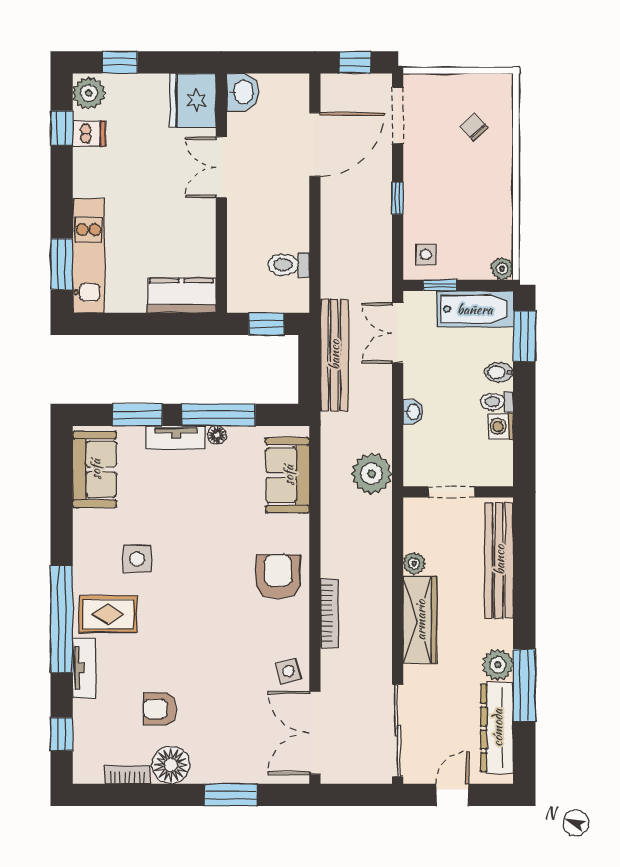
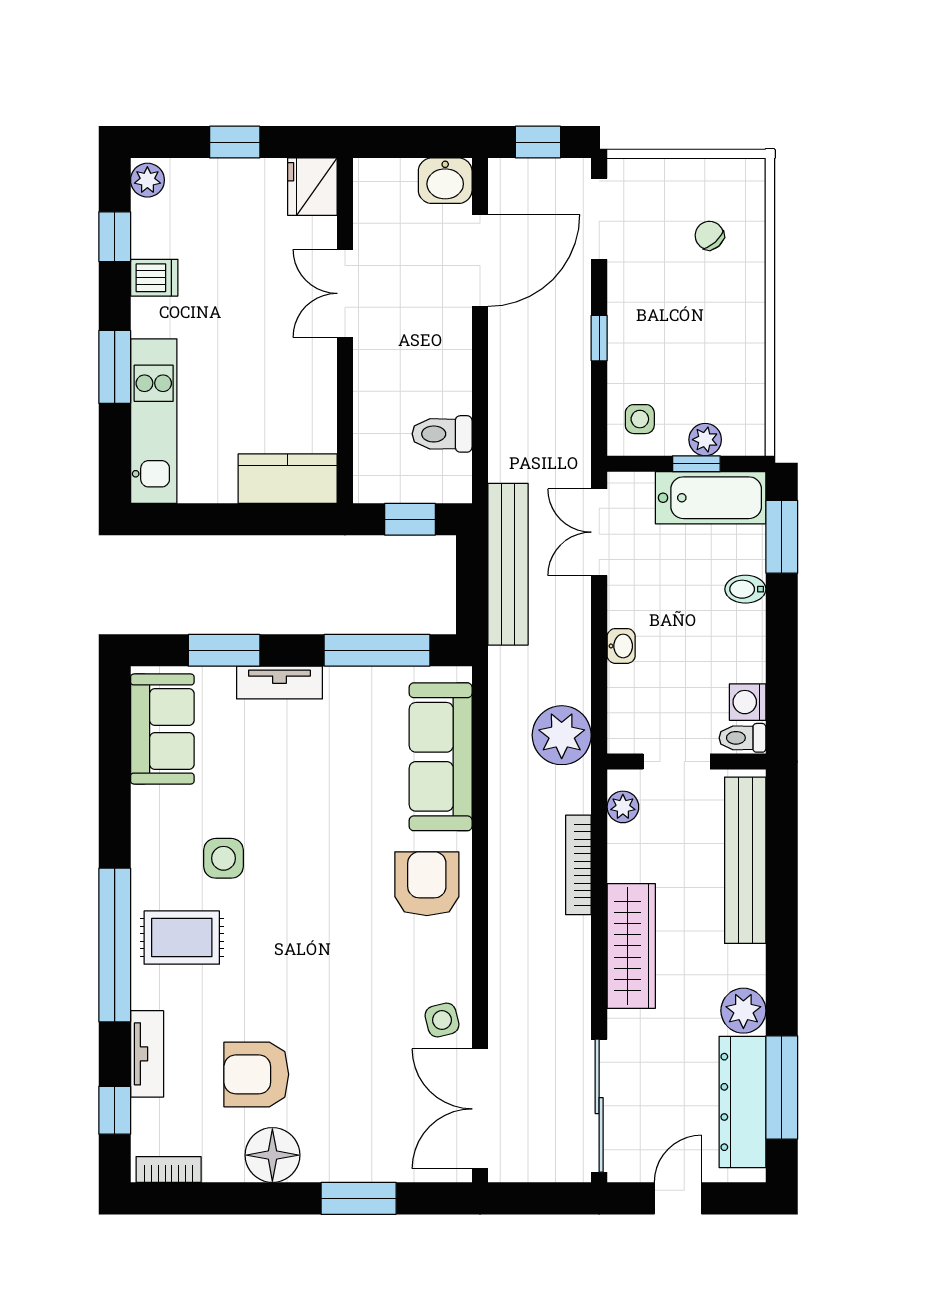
window: (120, 62) -> (235, 142), moved
washbasin: (243, 92) -> (445, 181), moved, turned 90
plant: (89, 93) -> (147, 180), width x0.73, depth x0.73
fridge: (193, 100) -> (312, 187), width x0.73, depth x0.75
dishwasher: (89, 134) -> (154, 278), moved
window: (62, 264) -> (115, 367), moved
plant: (502, 269) -> (705, 440), moved
window: (440, 285) -> (696, 464), moved
toilet: (497, 402) -> (742, 738), moved
window: (218, 415) -> (377, 650), moved
washing machine: (501, 426) -> (748, 702), moved
floor lamp: (217, 435) -> (339, 679), removed
sofa: (288, 475) -> (441, 757), width x1.36
plant: (414, 563) -> (623, 807), moved
bookcase: (329, 613) -> (578, 865), moved, turned 180
tv unit: (84, 668) -> (147, 1054), moved
window: (524, 685) -> (782, 1087), moved
armchair: (160, 709) -> (256, 1074), width x1.38, depth x1.38
bookcase: (127, 775) -> (169, 1169), moved

